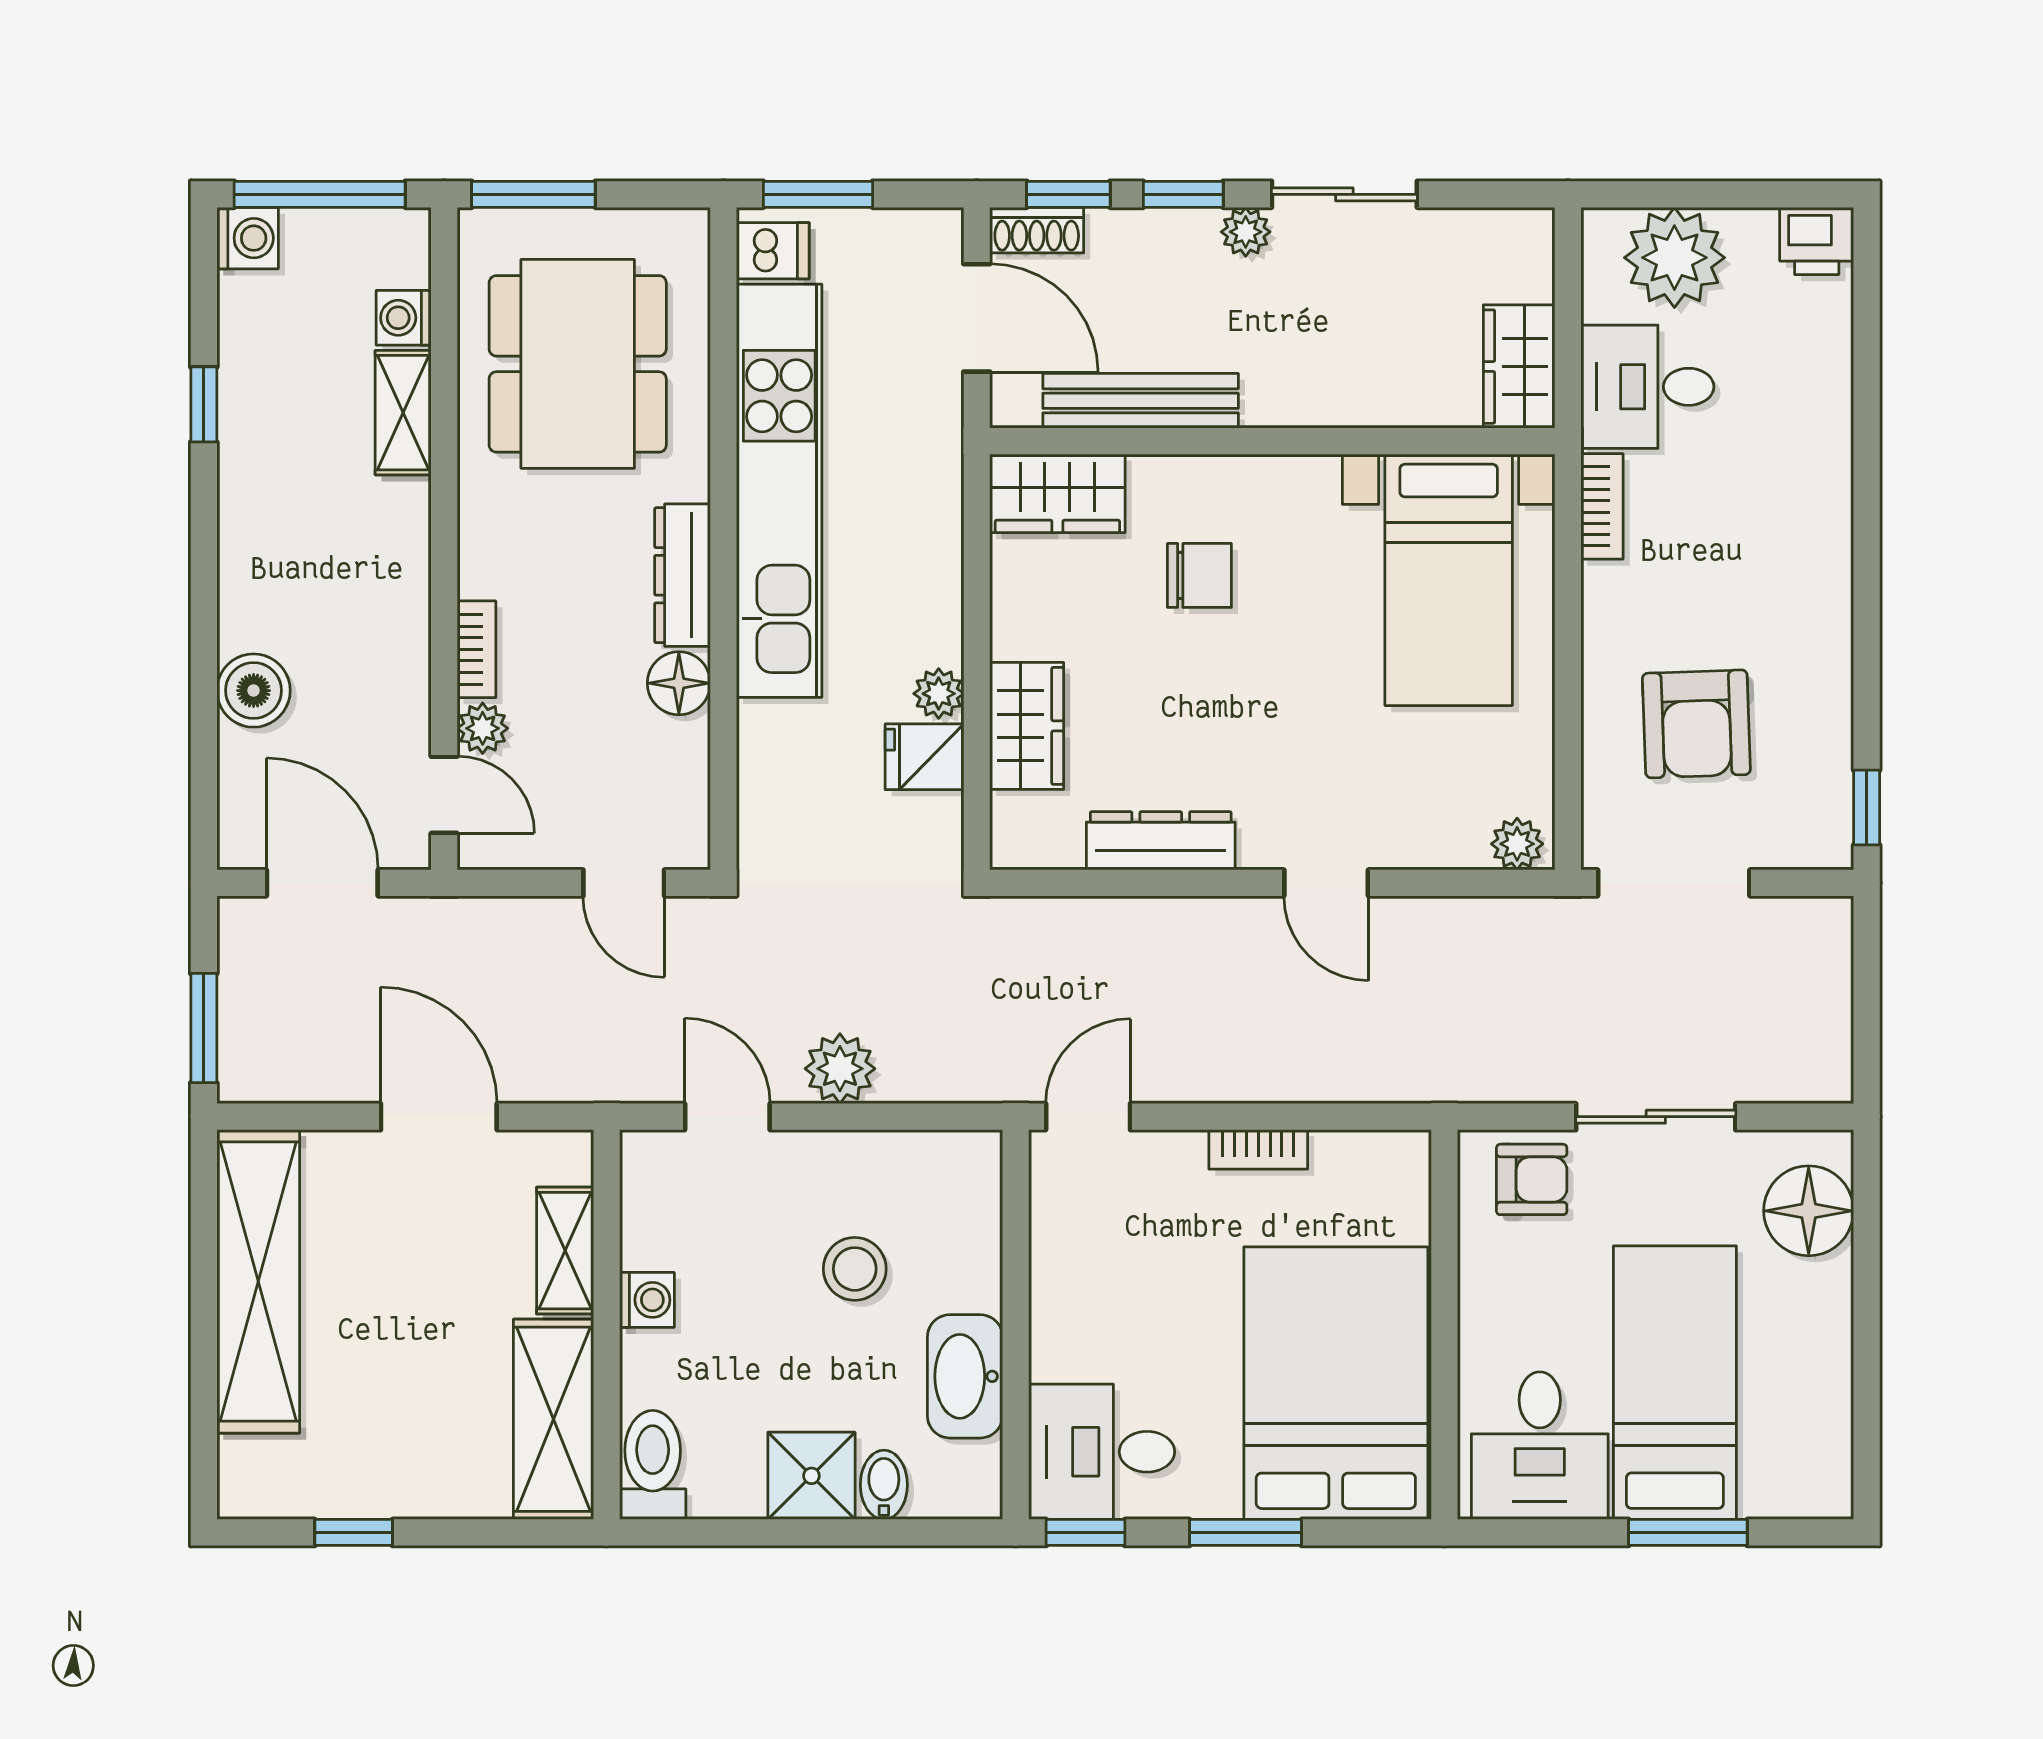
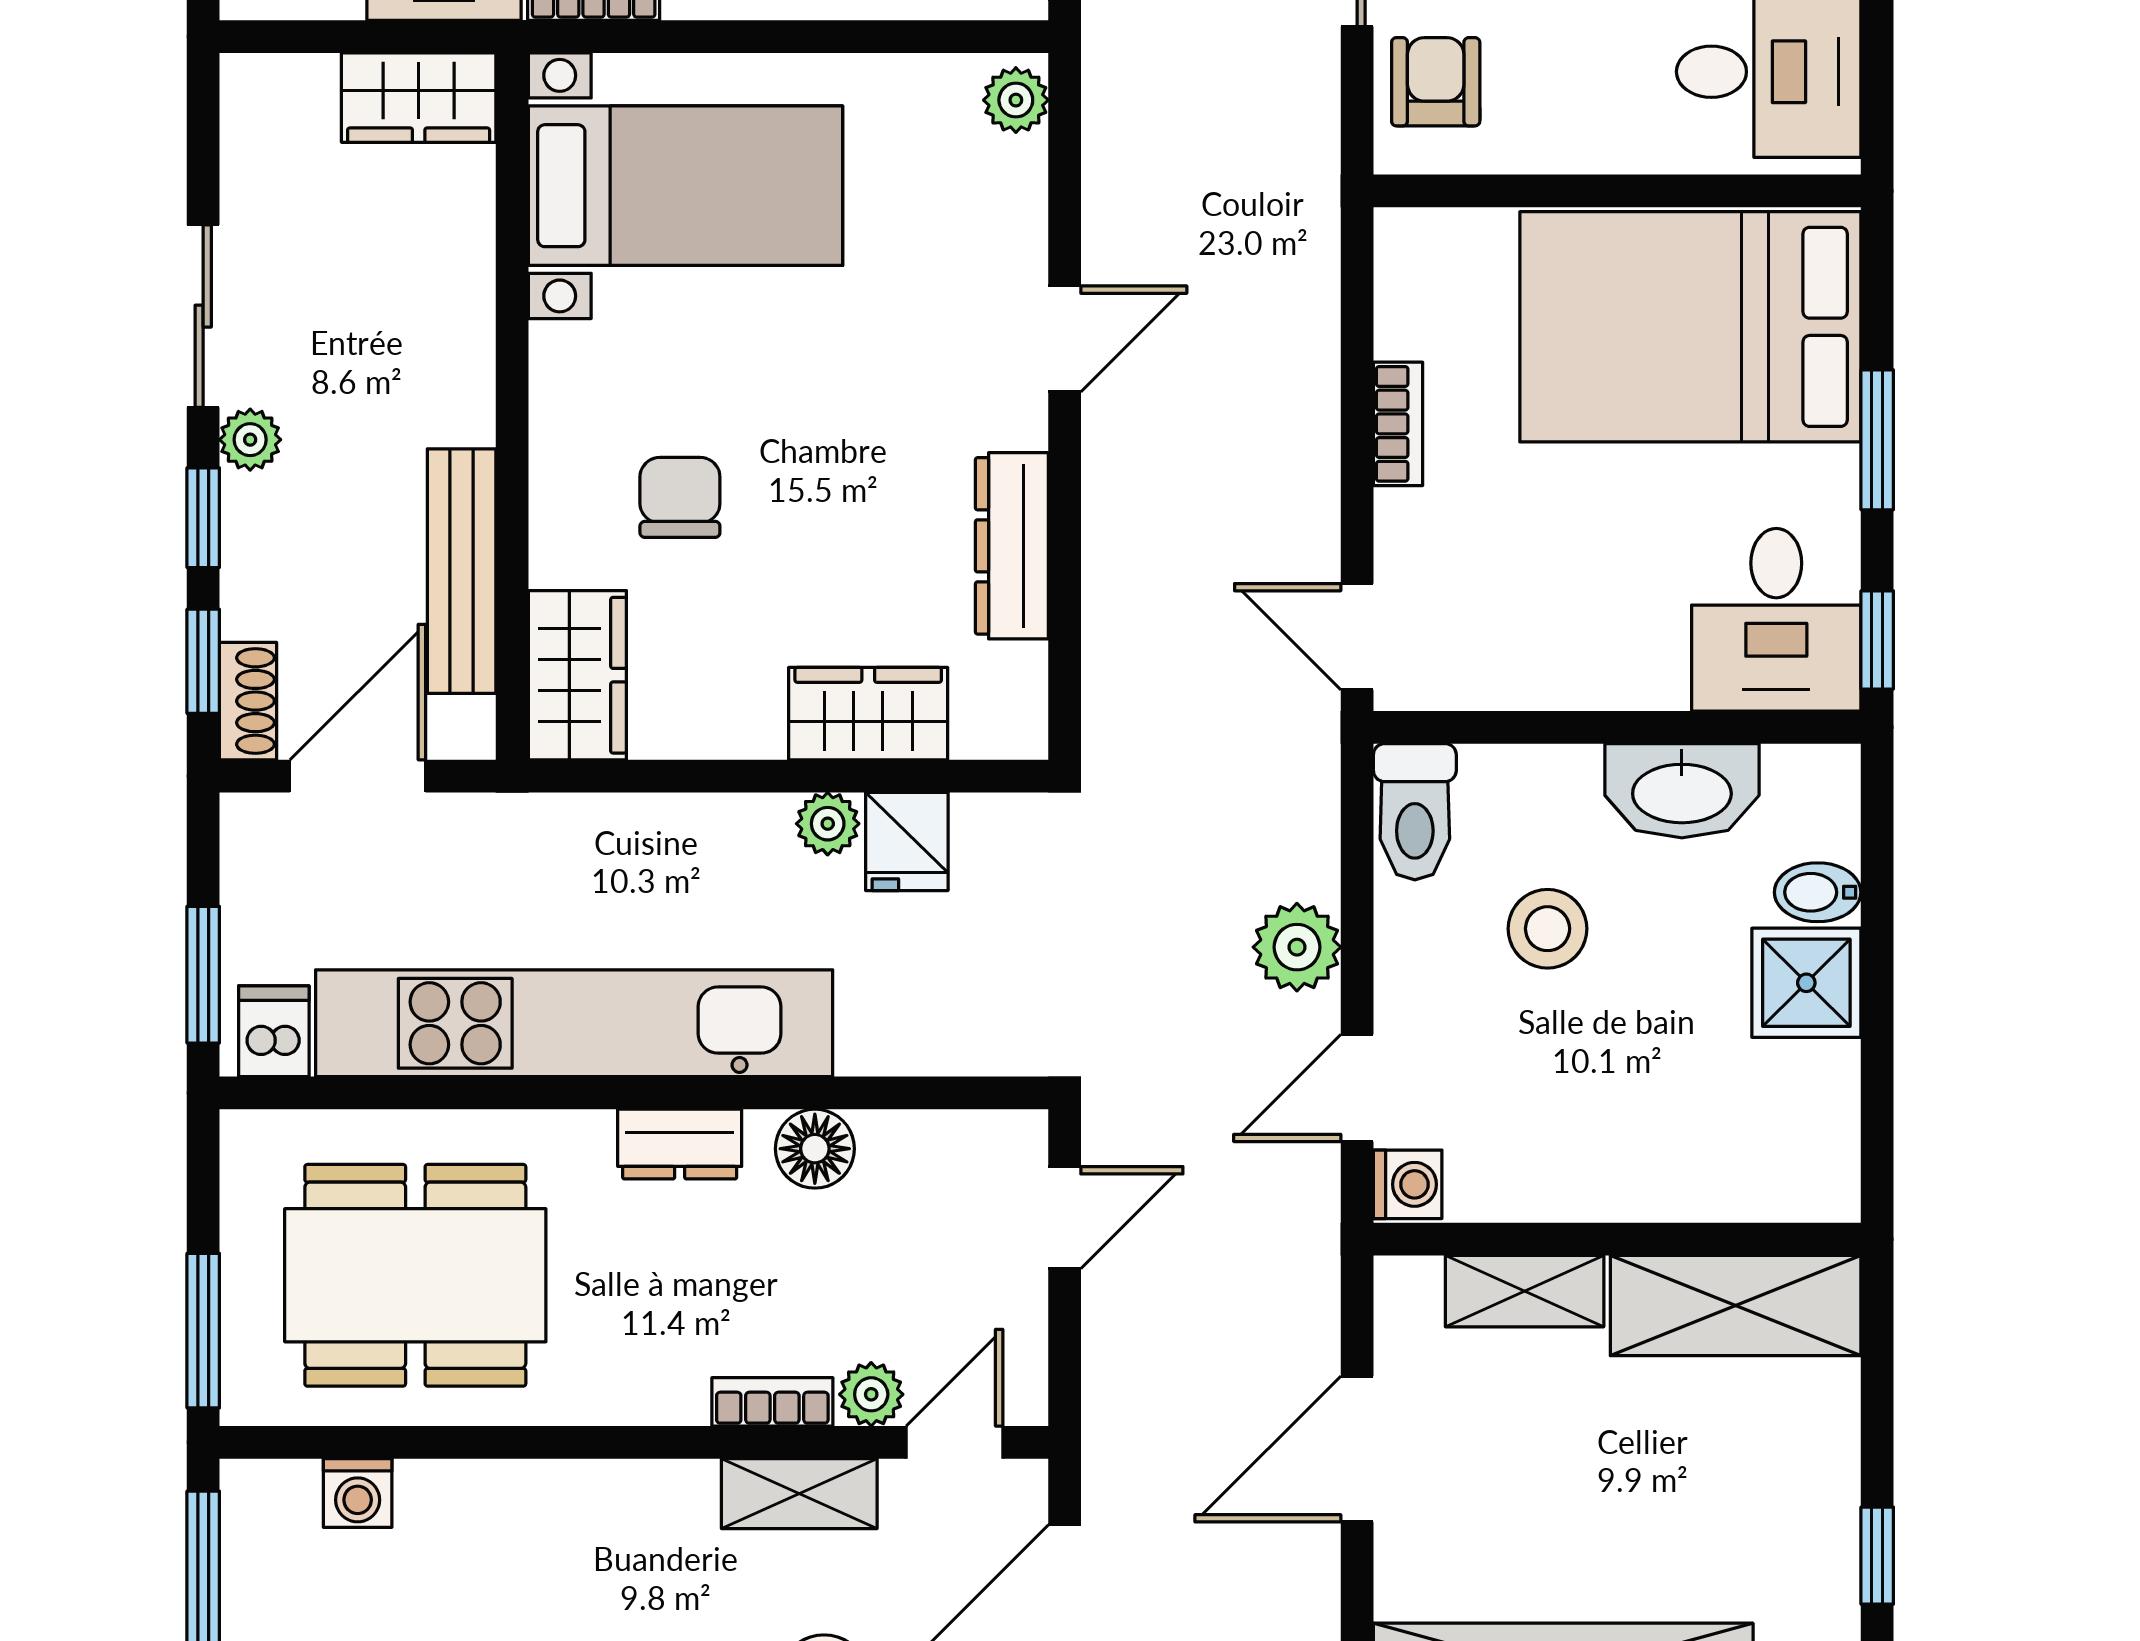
shelving: (403, 413) -> (799, 1494), moved
dresser: (683, 575) -> (680, 1144), width x0.70
washing machine: (647, 1300) -> (1408, 1184), moved, turned 90
toilet: (653, 1465) -> (1415, 812), moved, turned -90

